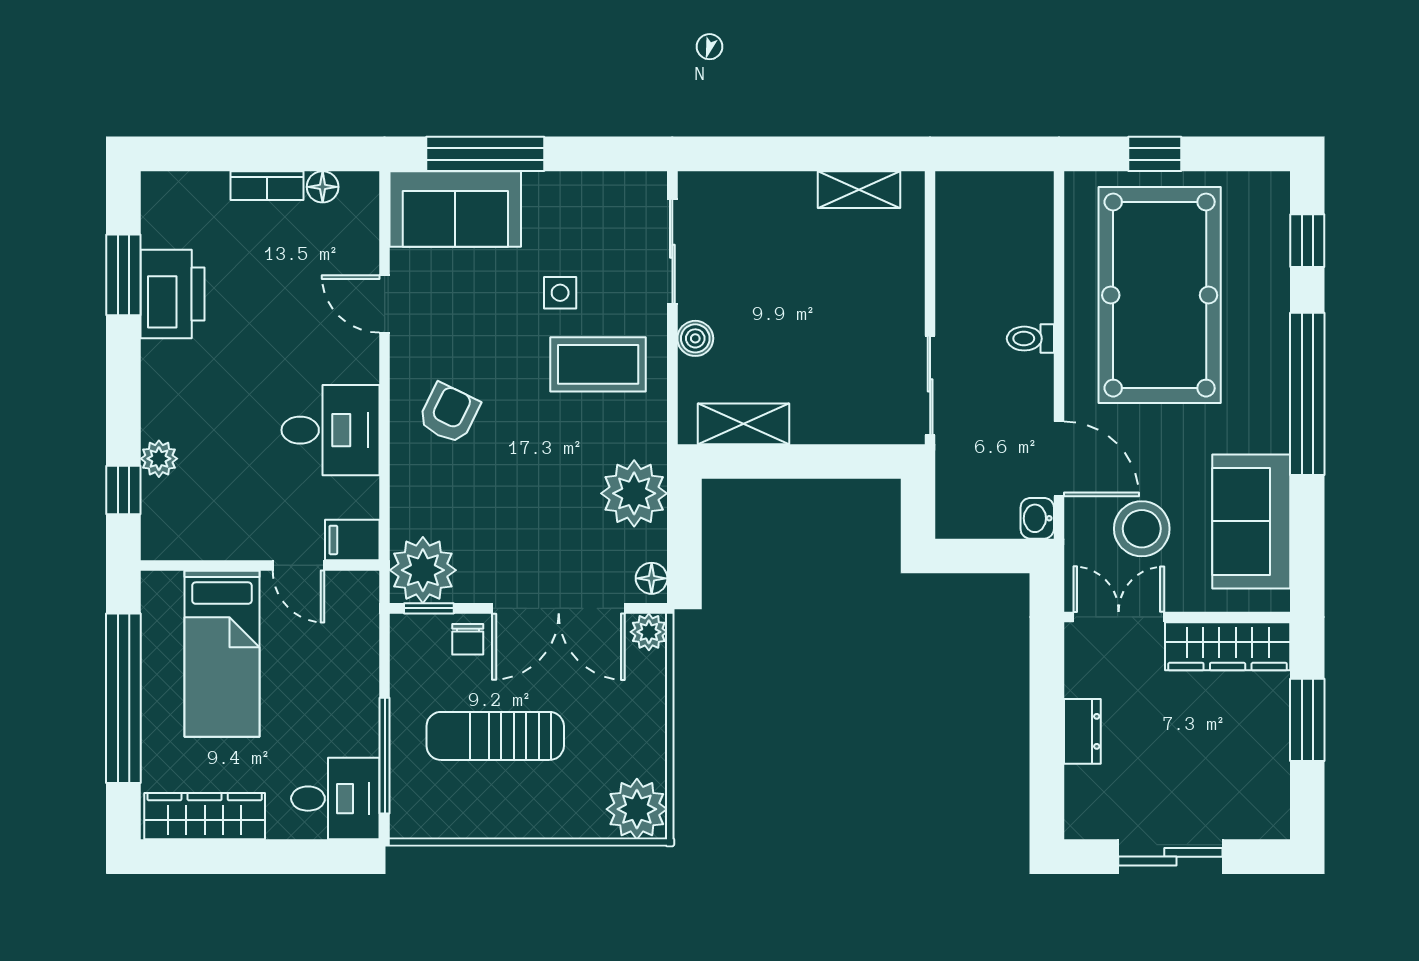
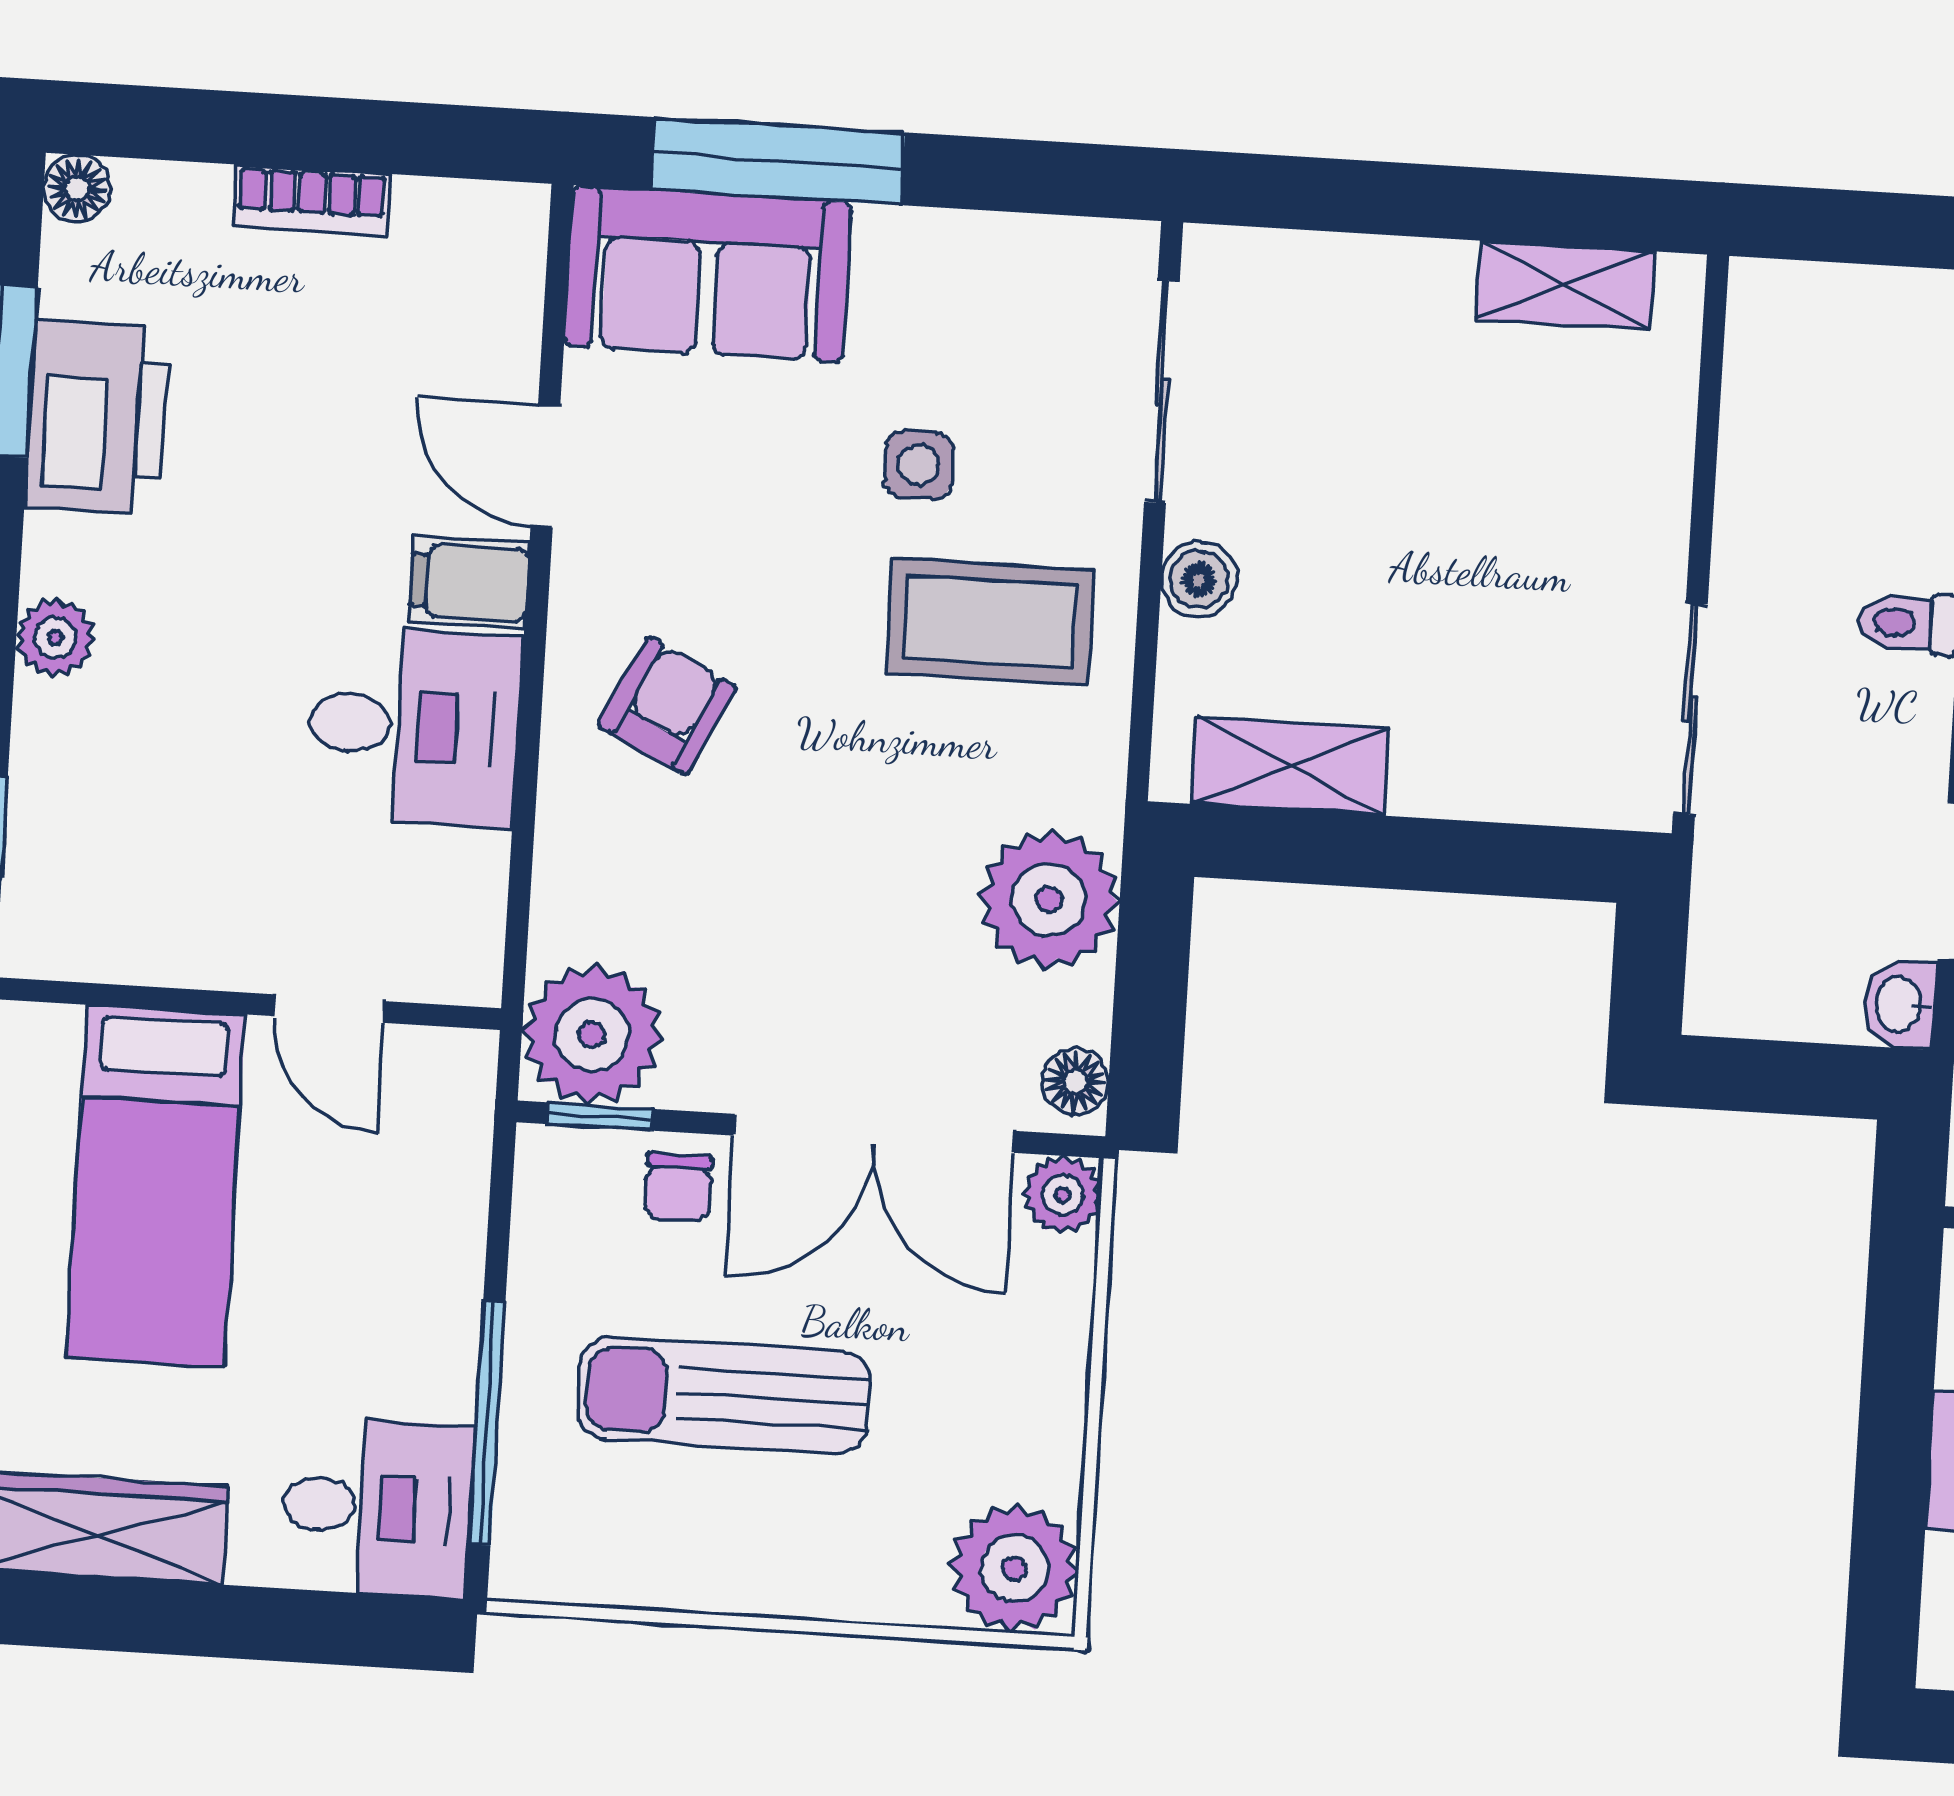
floor lamp: (323, 187) -> (77, 188), moved
plant: (159, 459) -> (55, 638), moved
filing cabinet: (352, 540) -> (470, 583), moved

